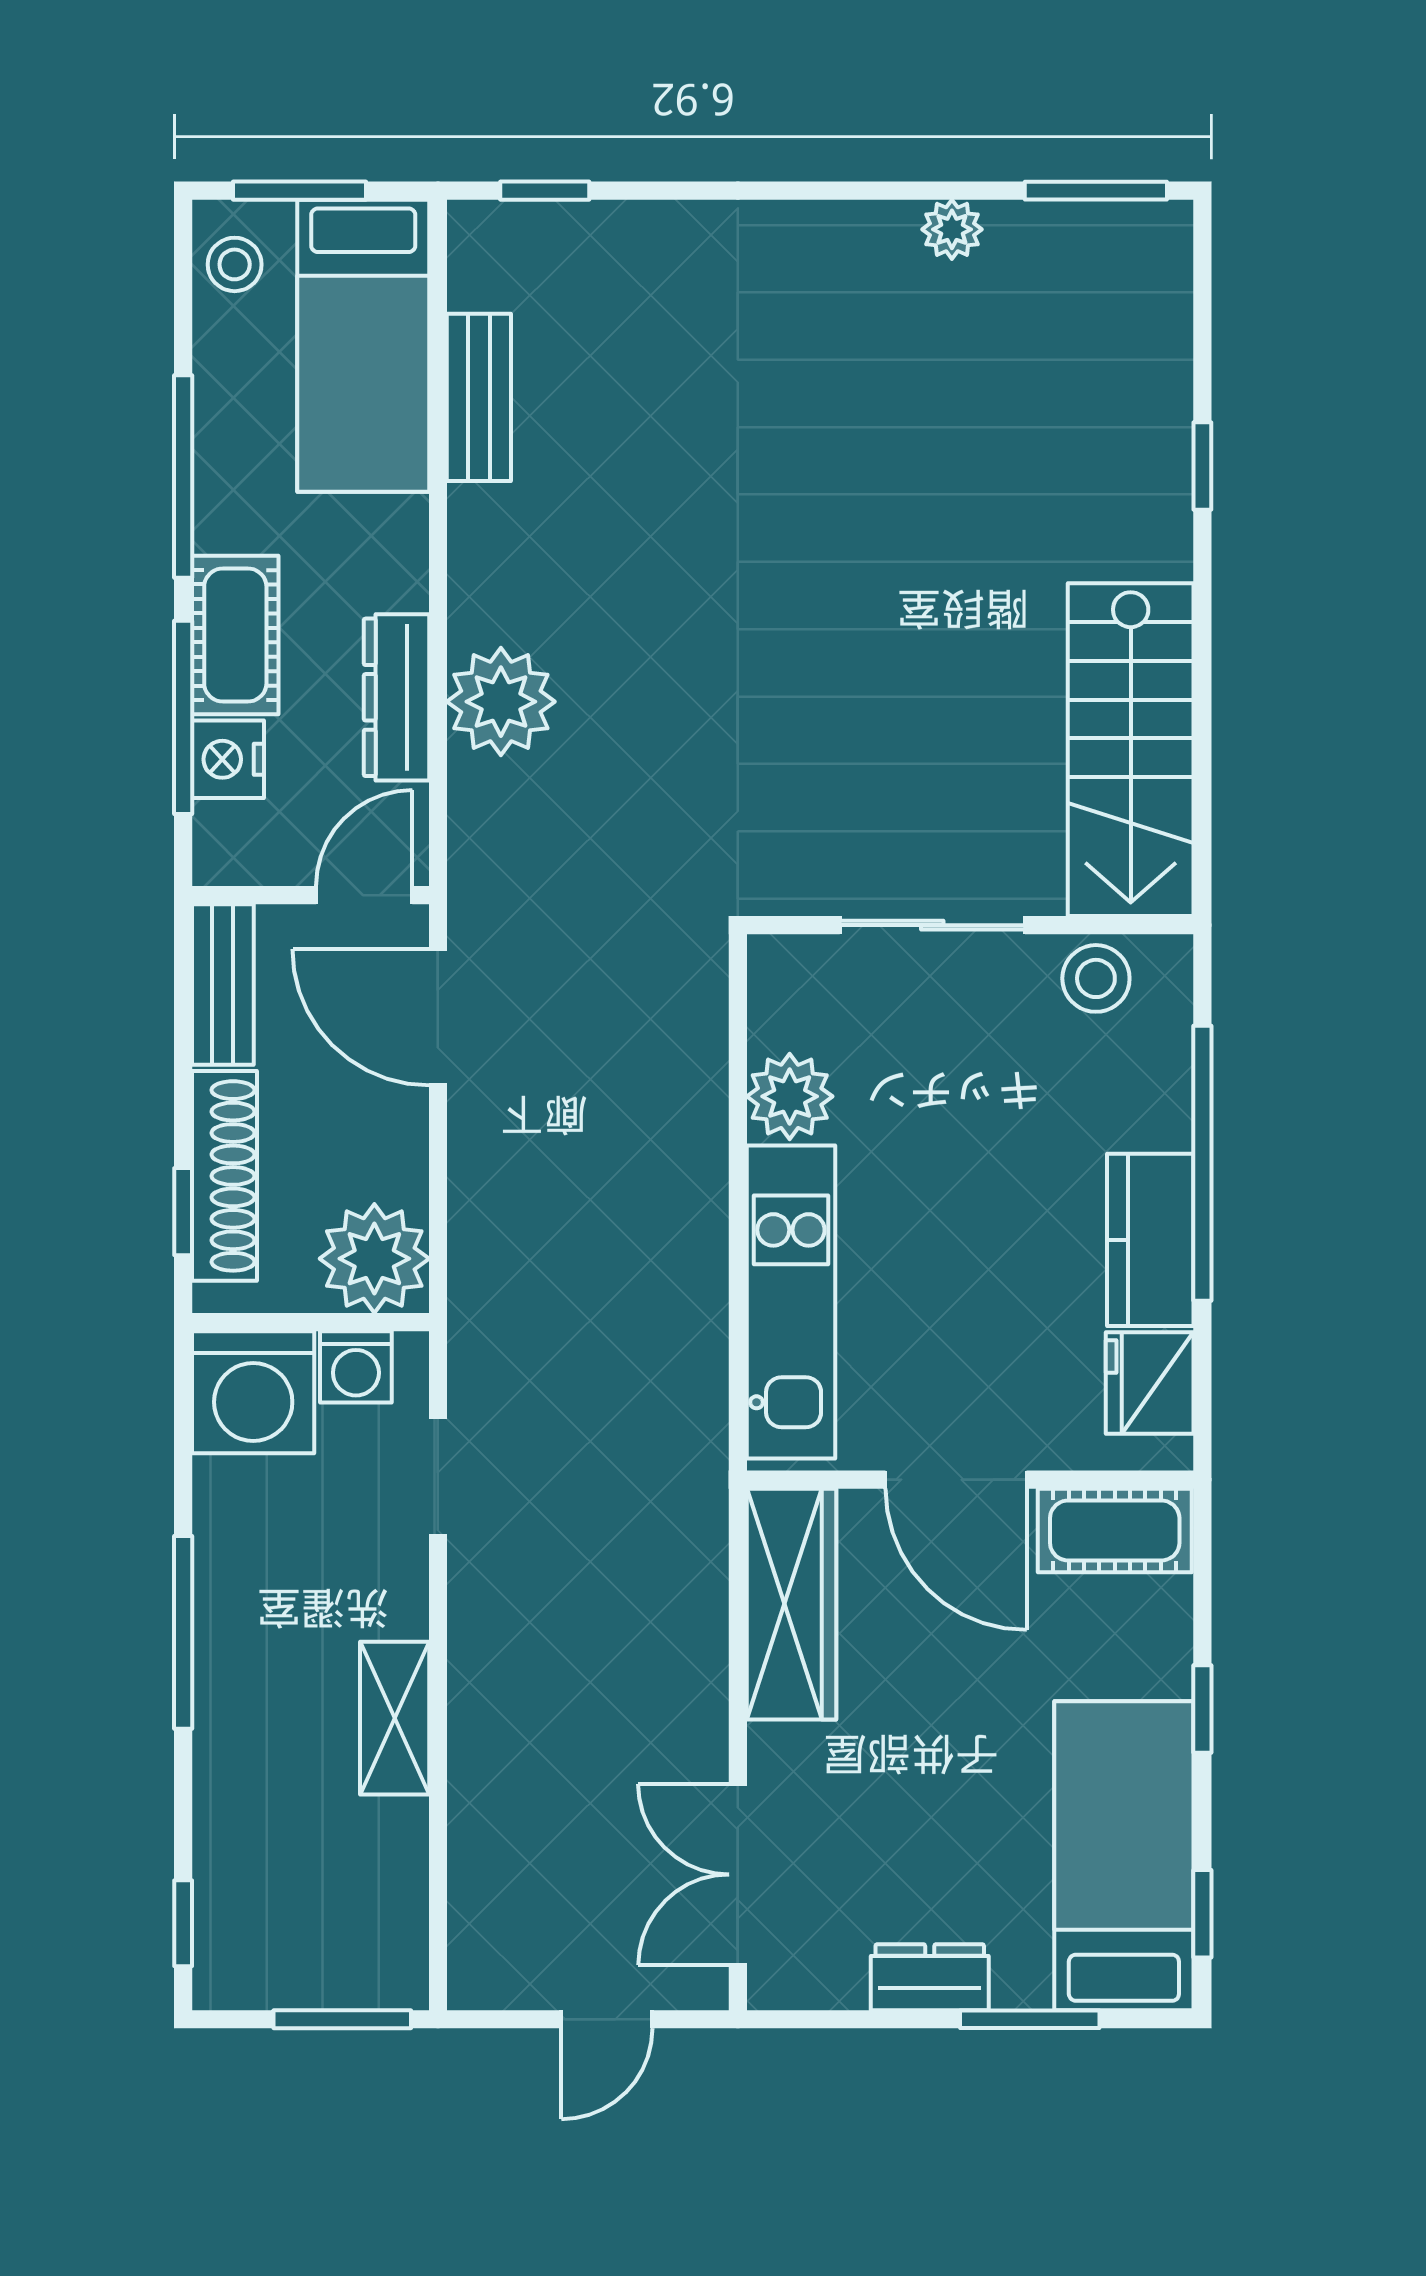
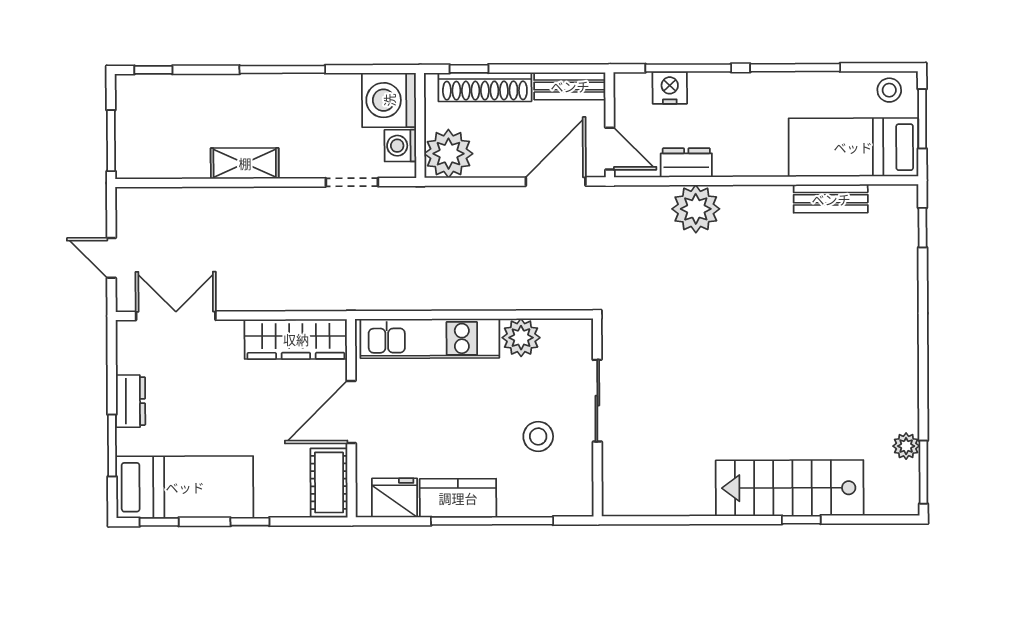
plant: (952, 229) -> (906, 446), moved
cot: (235, 635) -> (725, 91), removed
dresser: (396, 697) -> (686, 163), width x0.70
stairs: (1131, 750) -> (790, 488), moved
stool: (1096, 978) -> (538, 436), moved

